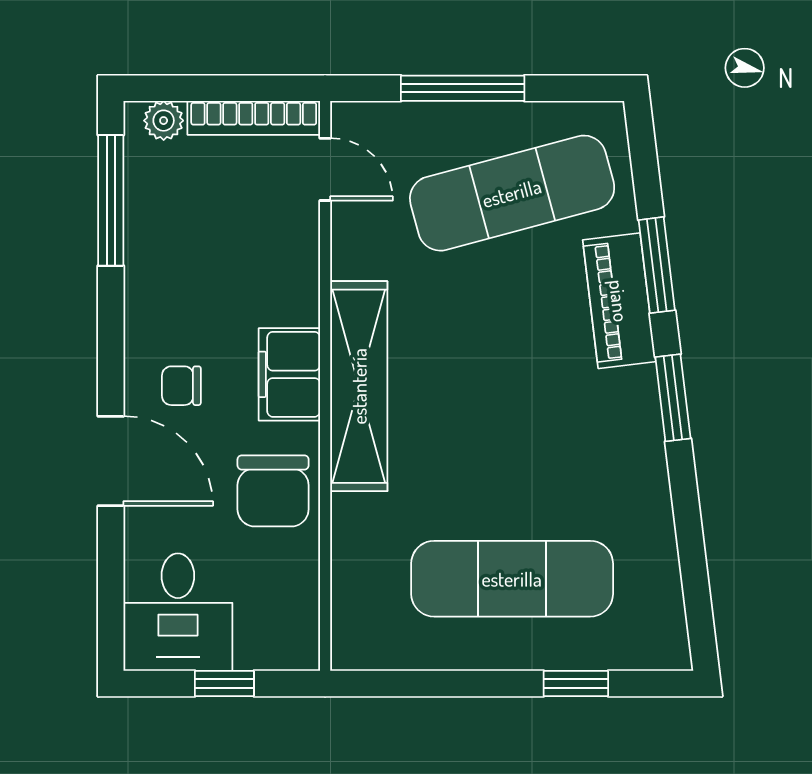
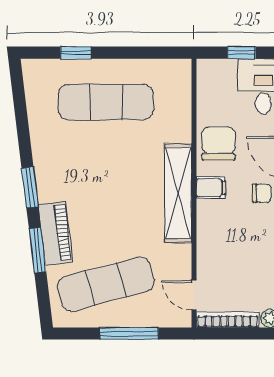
filing cabinet: (289, 374) -> (211, 188), width x0.50

